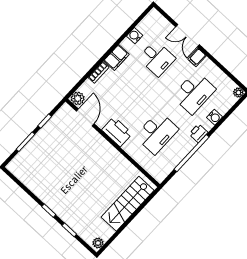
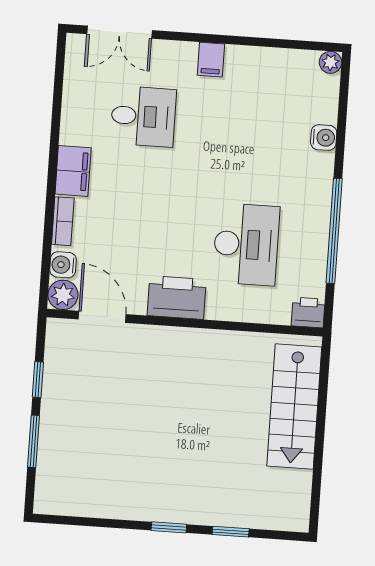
water cooler: (135, 36) -> (63, 265), moved
double door: (188, 36) -> (120, 32), moved
desk: (194, 93) -> (255, 124), removed
printer: (198, 133) -> (308, 312), moved, turned 90
plant: (98, 243) -> (298, 515), removed

